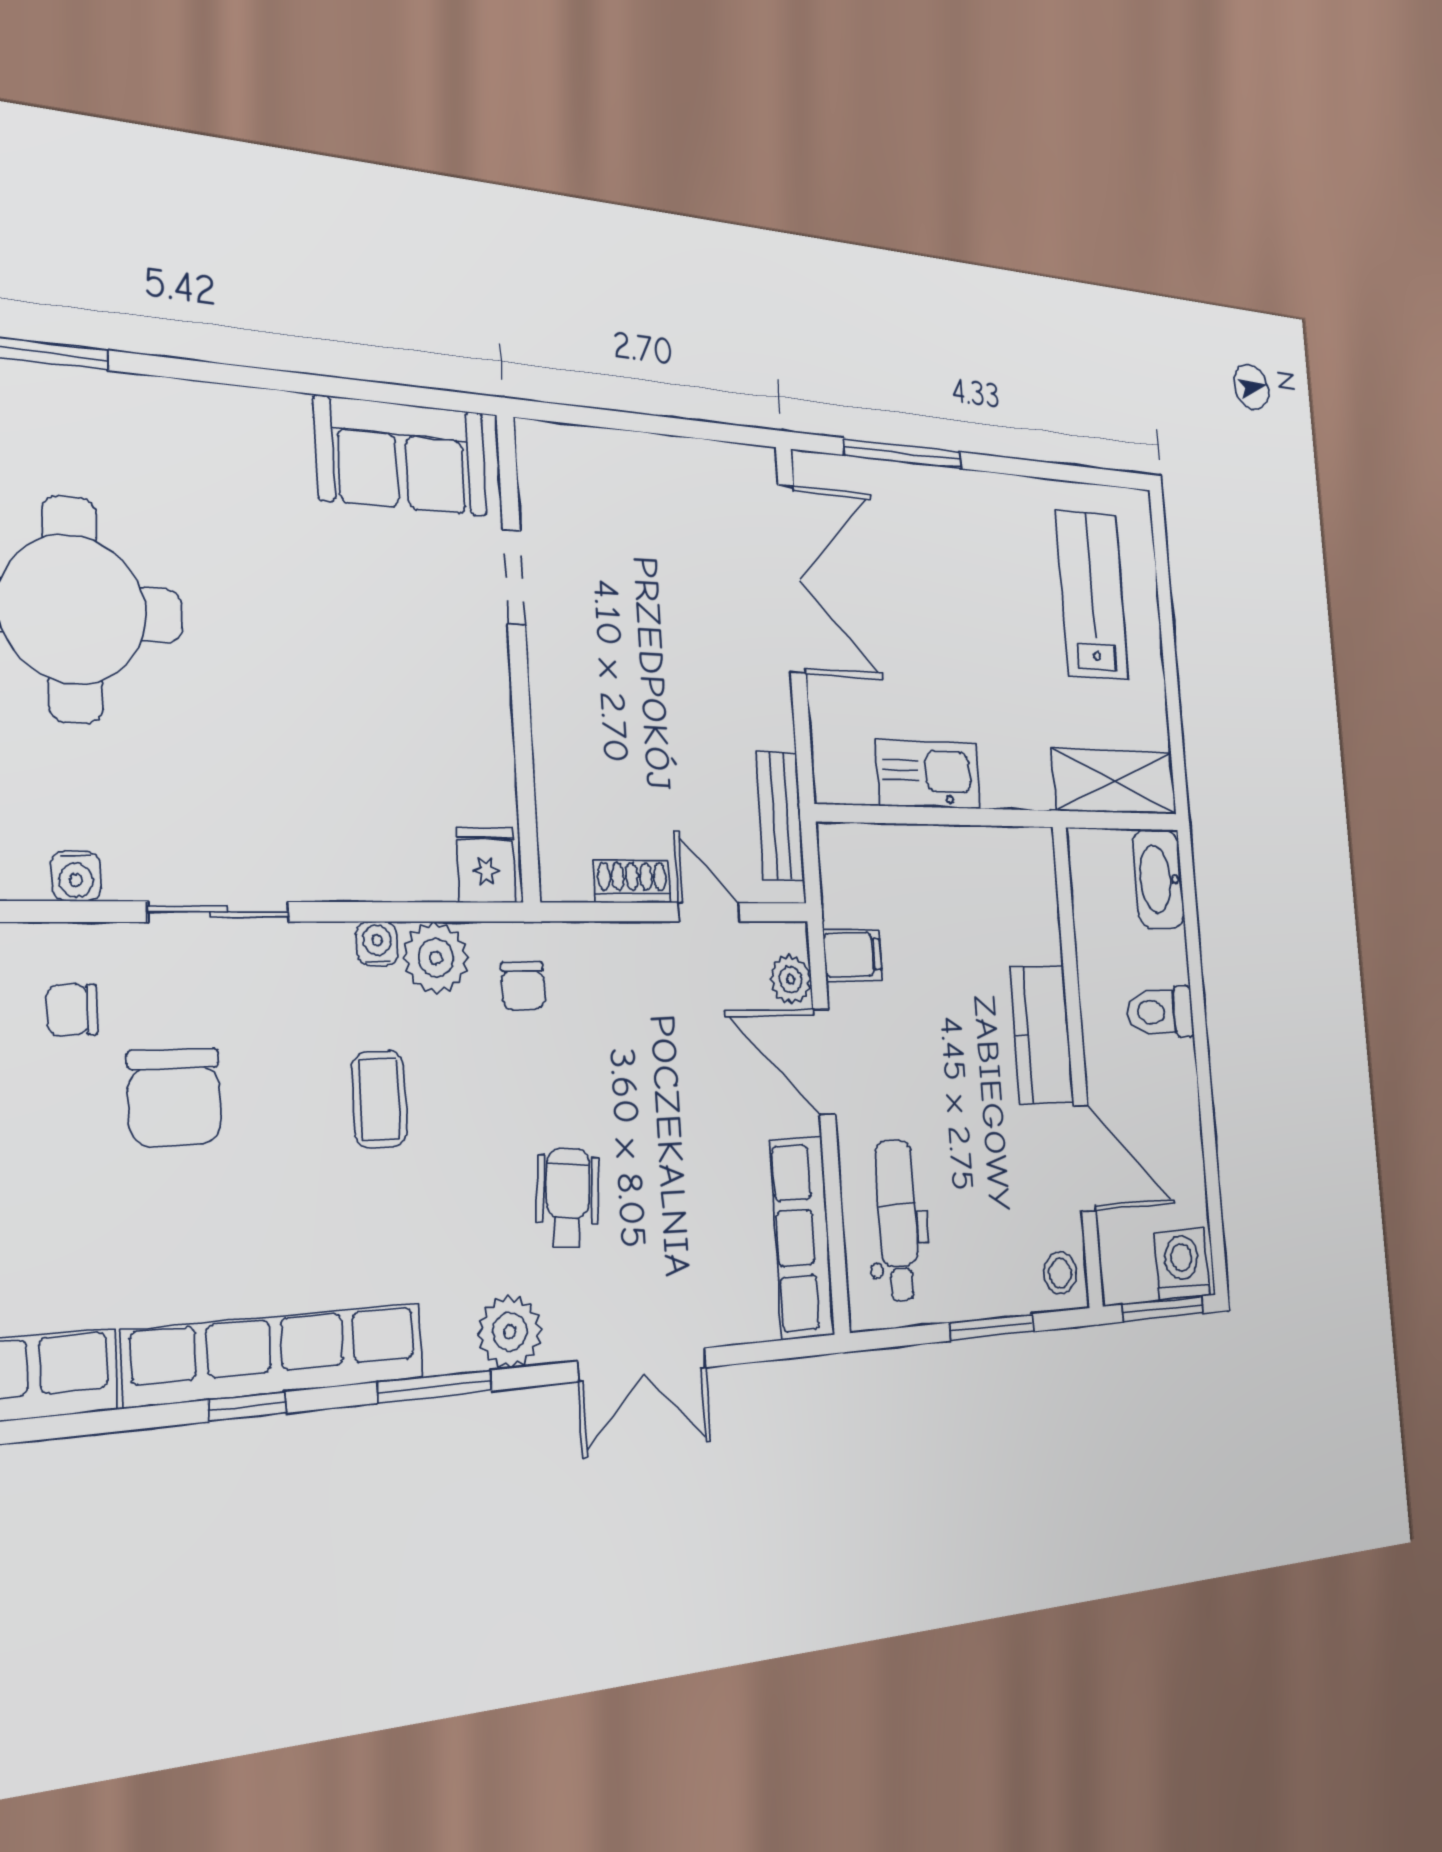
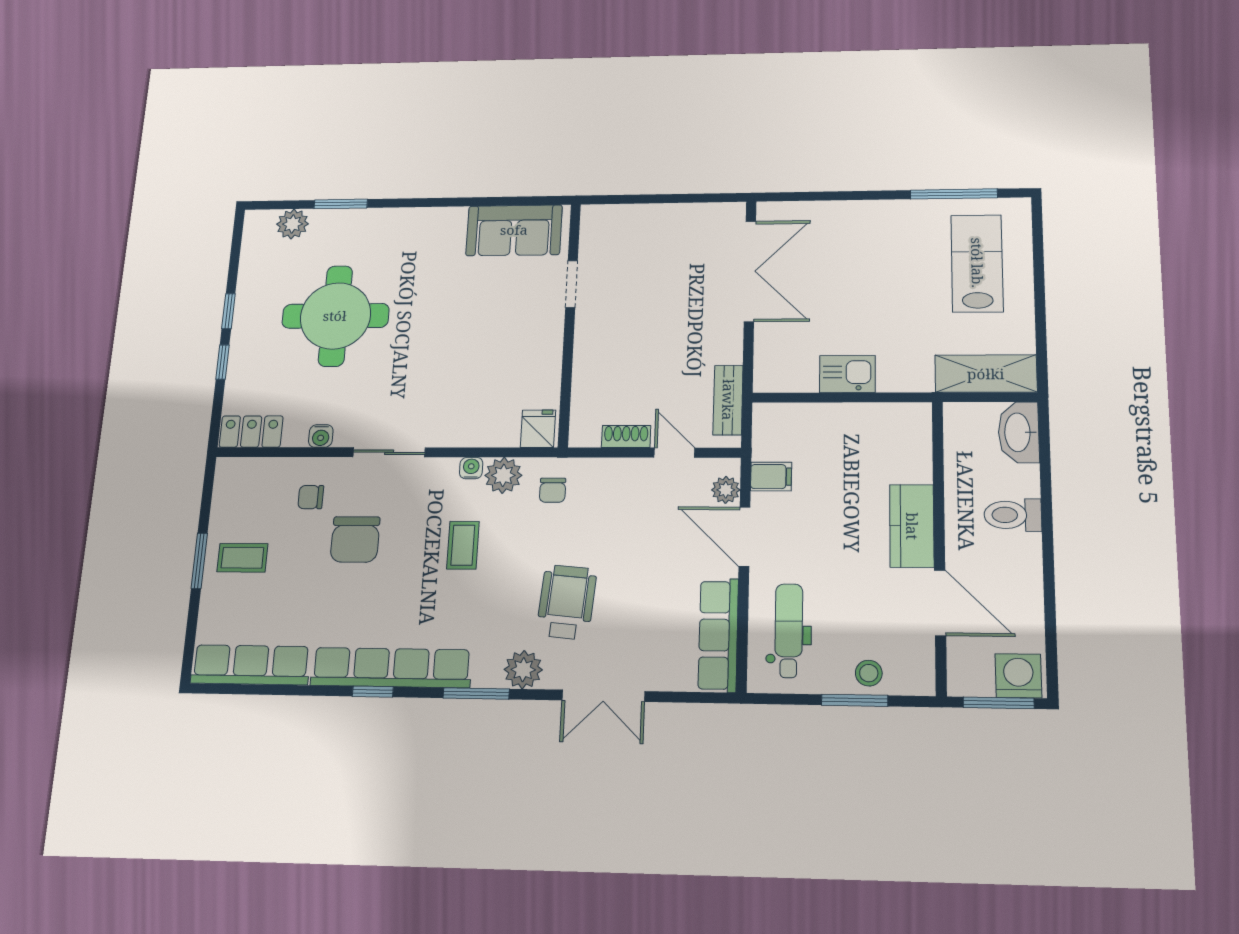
window: (903, 454) -> (954, 194), moved
kitchen sink: (928, 774) -> (847, 374), width x0.73
wheelchair: (568, 1198) -> (567, 602), width x1.36, depth x1.37
stool: (1060, 1273) -> (869, 673), moved

